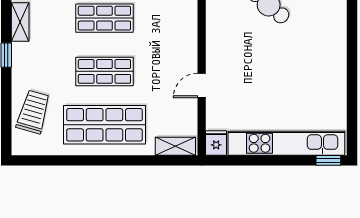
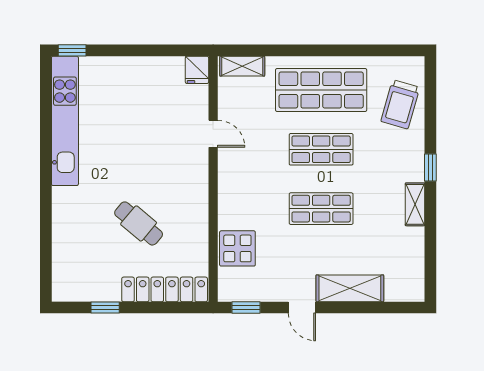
door: (202, 85) -> (213, 134), hinge flipped
kitchen unit: (286, 143) -> (65, 121), moved, turned -90

